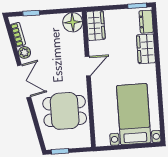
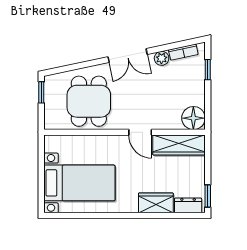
wardrobe: (96, 26) -> (179, 145), width x1.50

